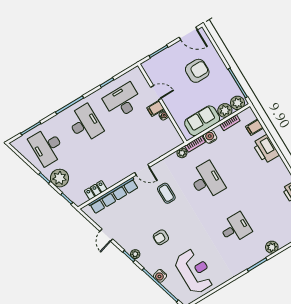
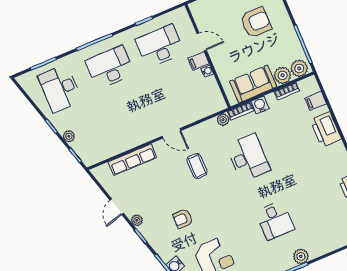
desk: (85, 124) -> (110, 67), turned -90
plant: (60, 178) -> (69, 136), width x0.53, depth x0.53
locker: (96, 190) -> (112, 150), removed
row of seats: (114, 196) -> (132, 160), width x0.73
desk: (235, 228) -> (275, 220), turned 90
plant: (272, 247) -> (301, 256), moved
plant: (135, 254) -> (137, 220), moved

